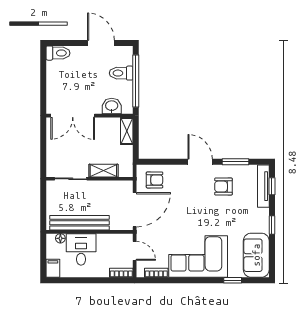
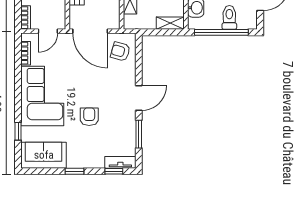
armchair: (155, 180) -> (120, 51), turned 106
tv unit: (263, 186) -> (120, 162), width x0.71
armchair: (223, 187) -> (89, 117), moved

